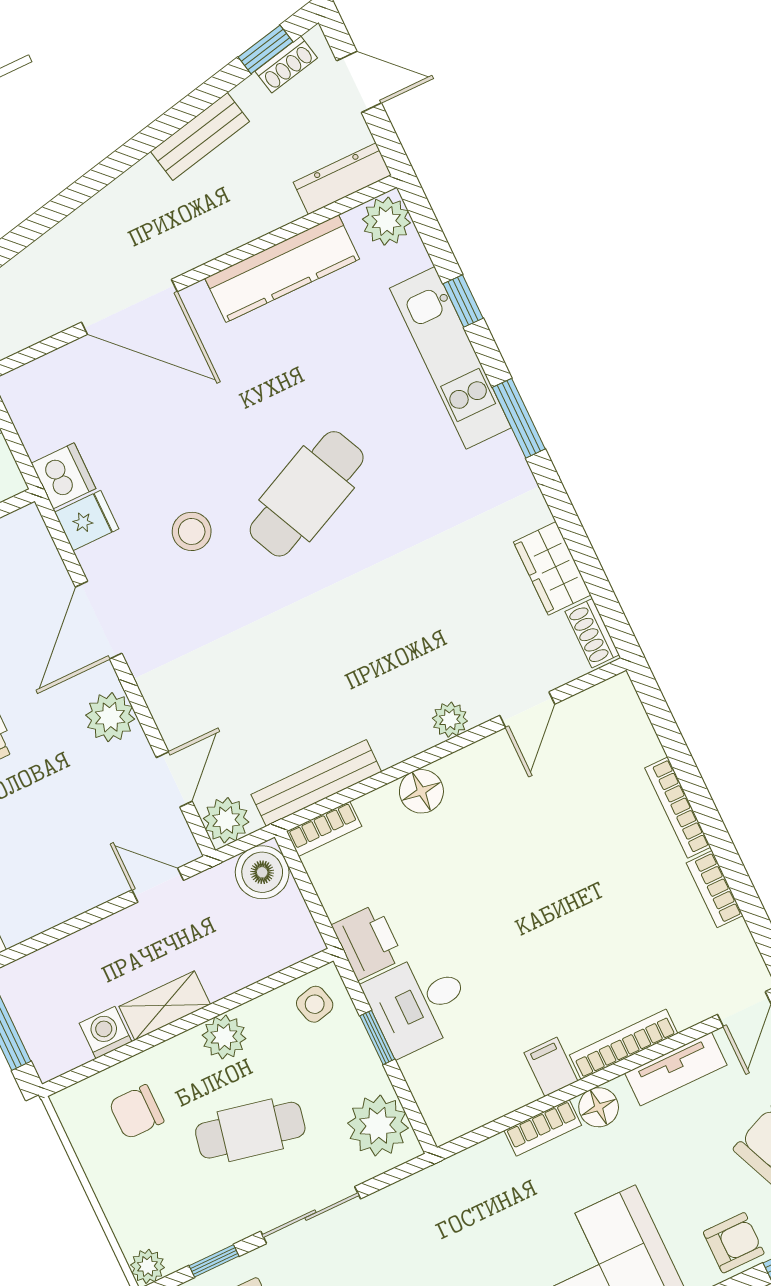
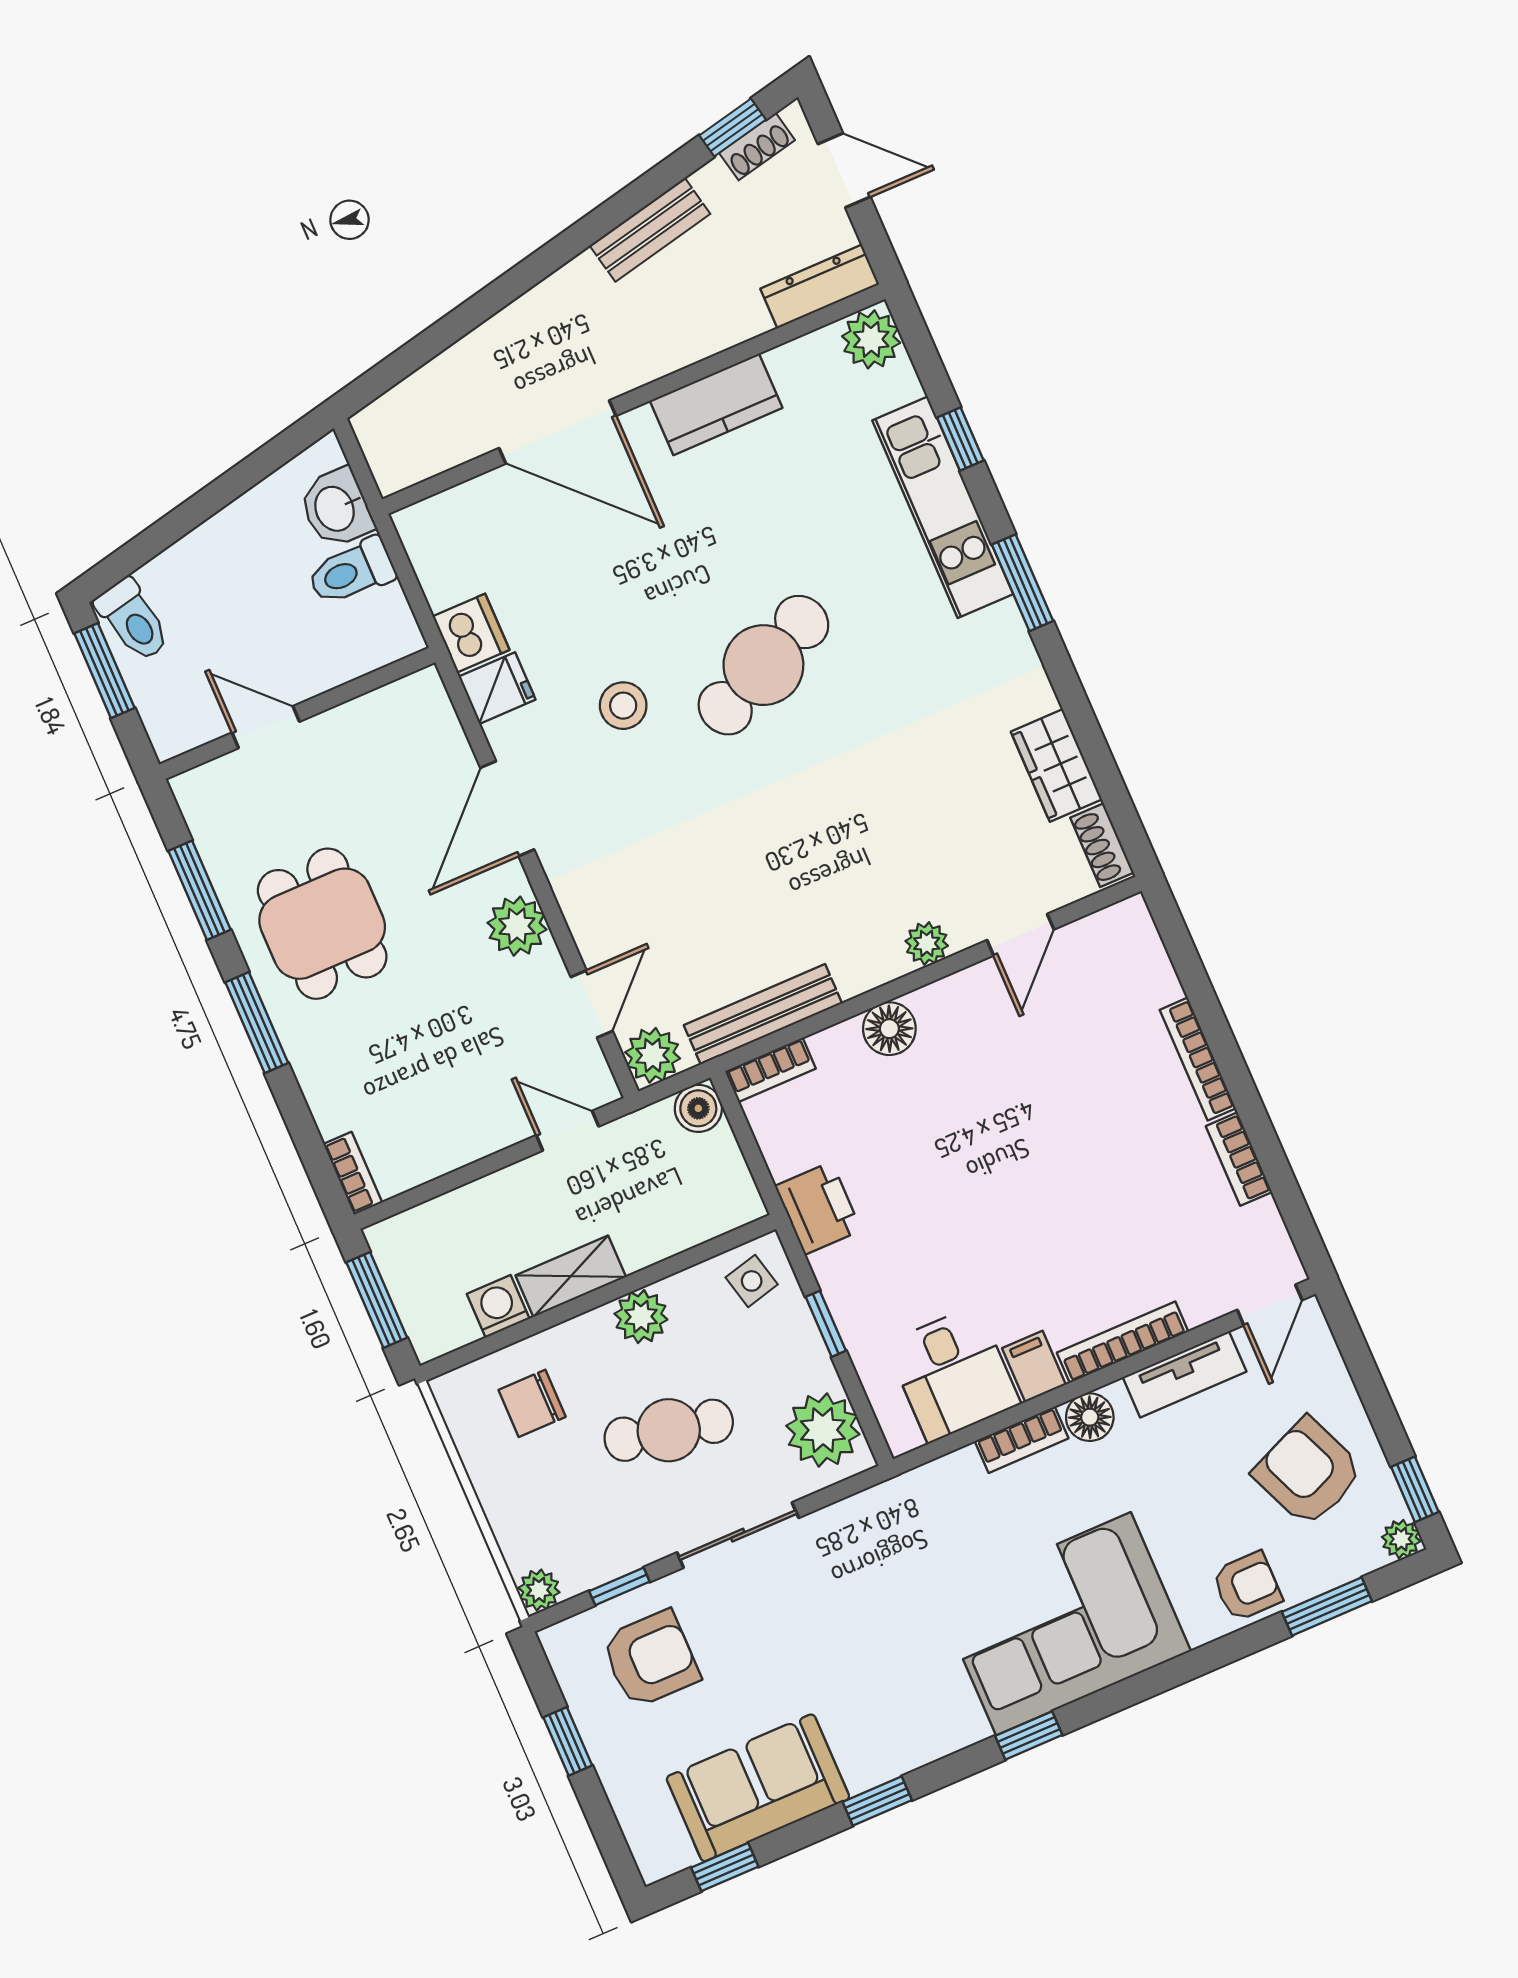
kitchen counter: (282, 269) -> (716, 404), width x0.67
boiler: (262, 872) -> (698, 1108), width x0.73, depth x0.73
desk: (418, 1003) -> (953, 1374), moved, turned -90

